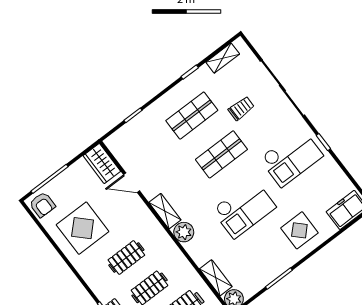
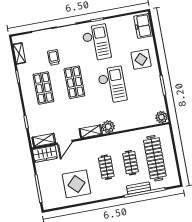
armchair: (42, 205) -> (51, 200), removed
shelving: (216, 278) -> (44, 140), moved

